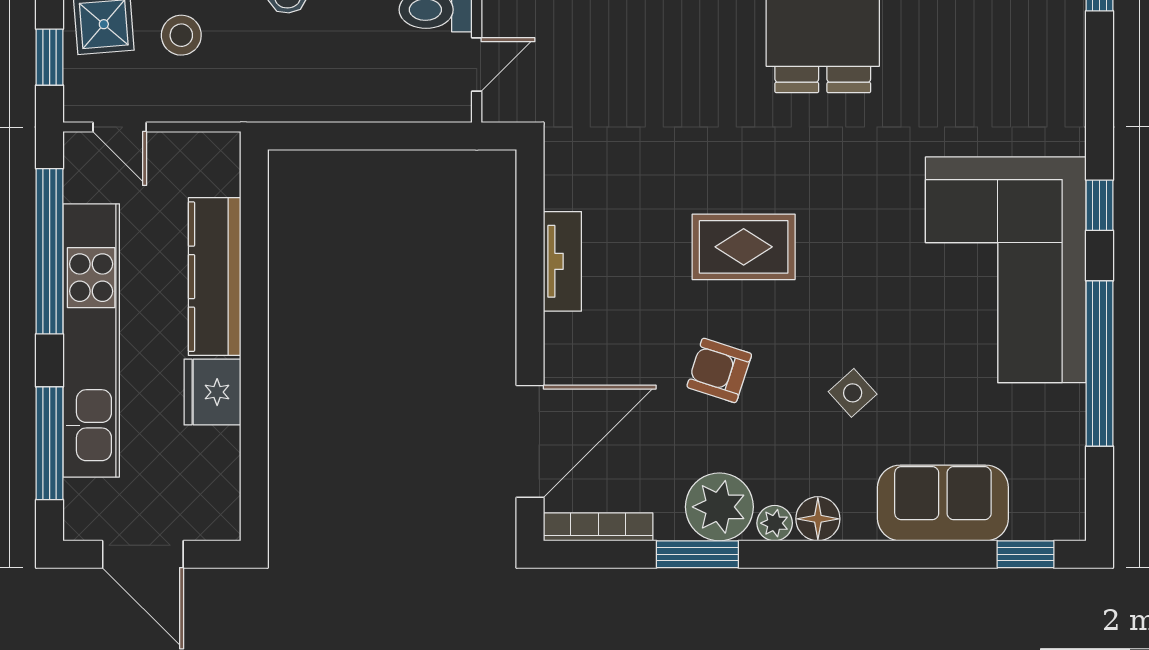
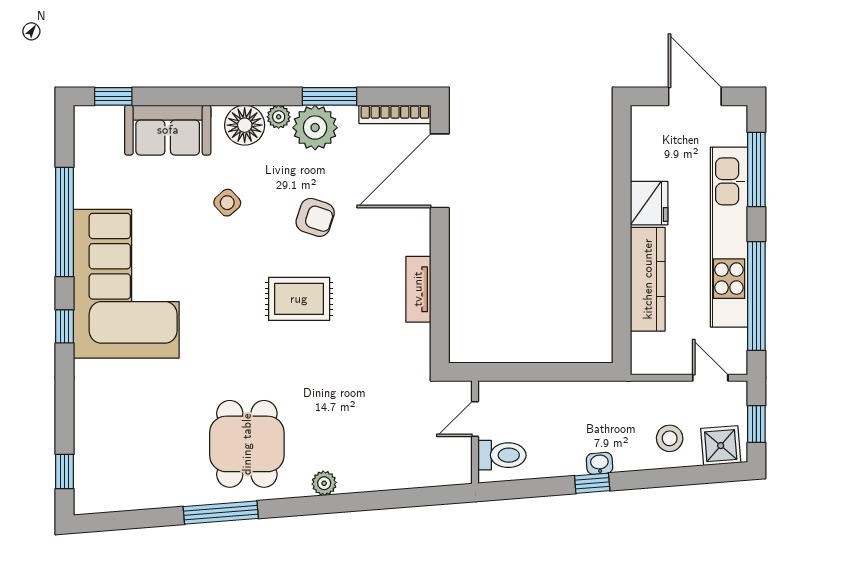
floor lamp: (818, 519) -> (245, 125), width x1.38, depth x1.38

